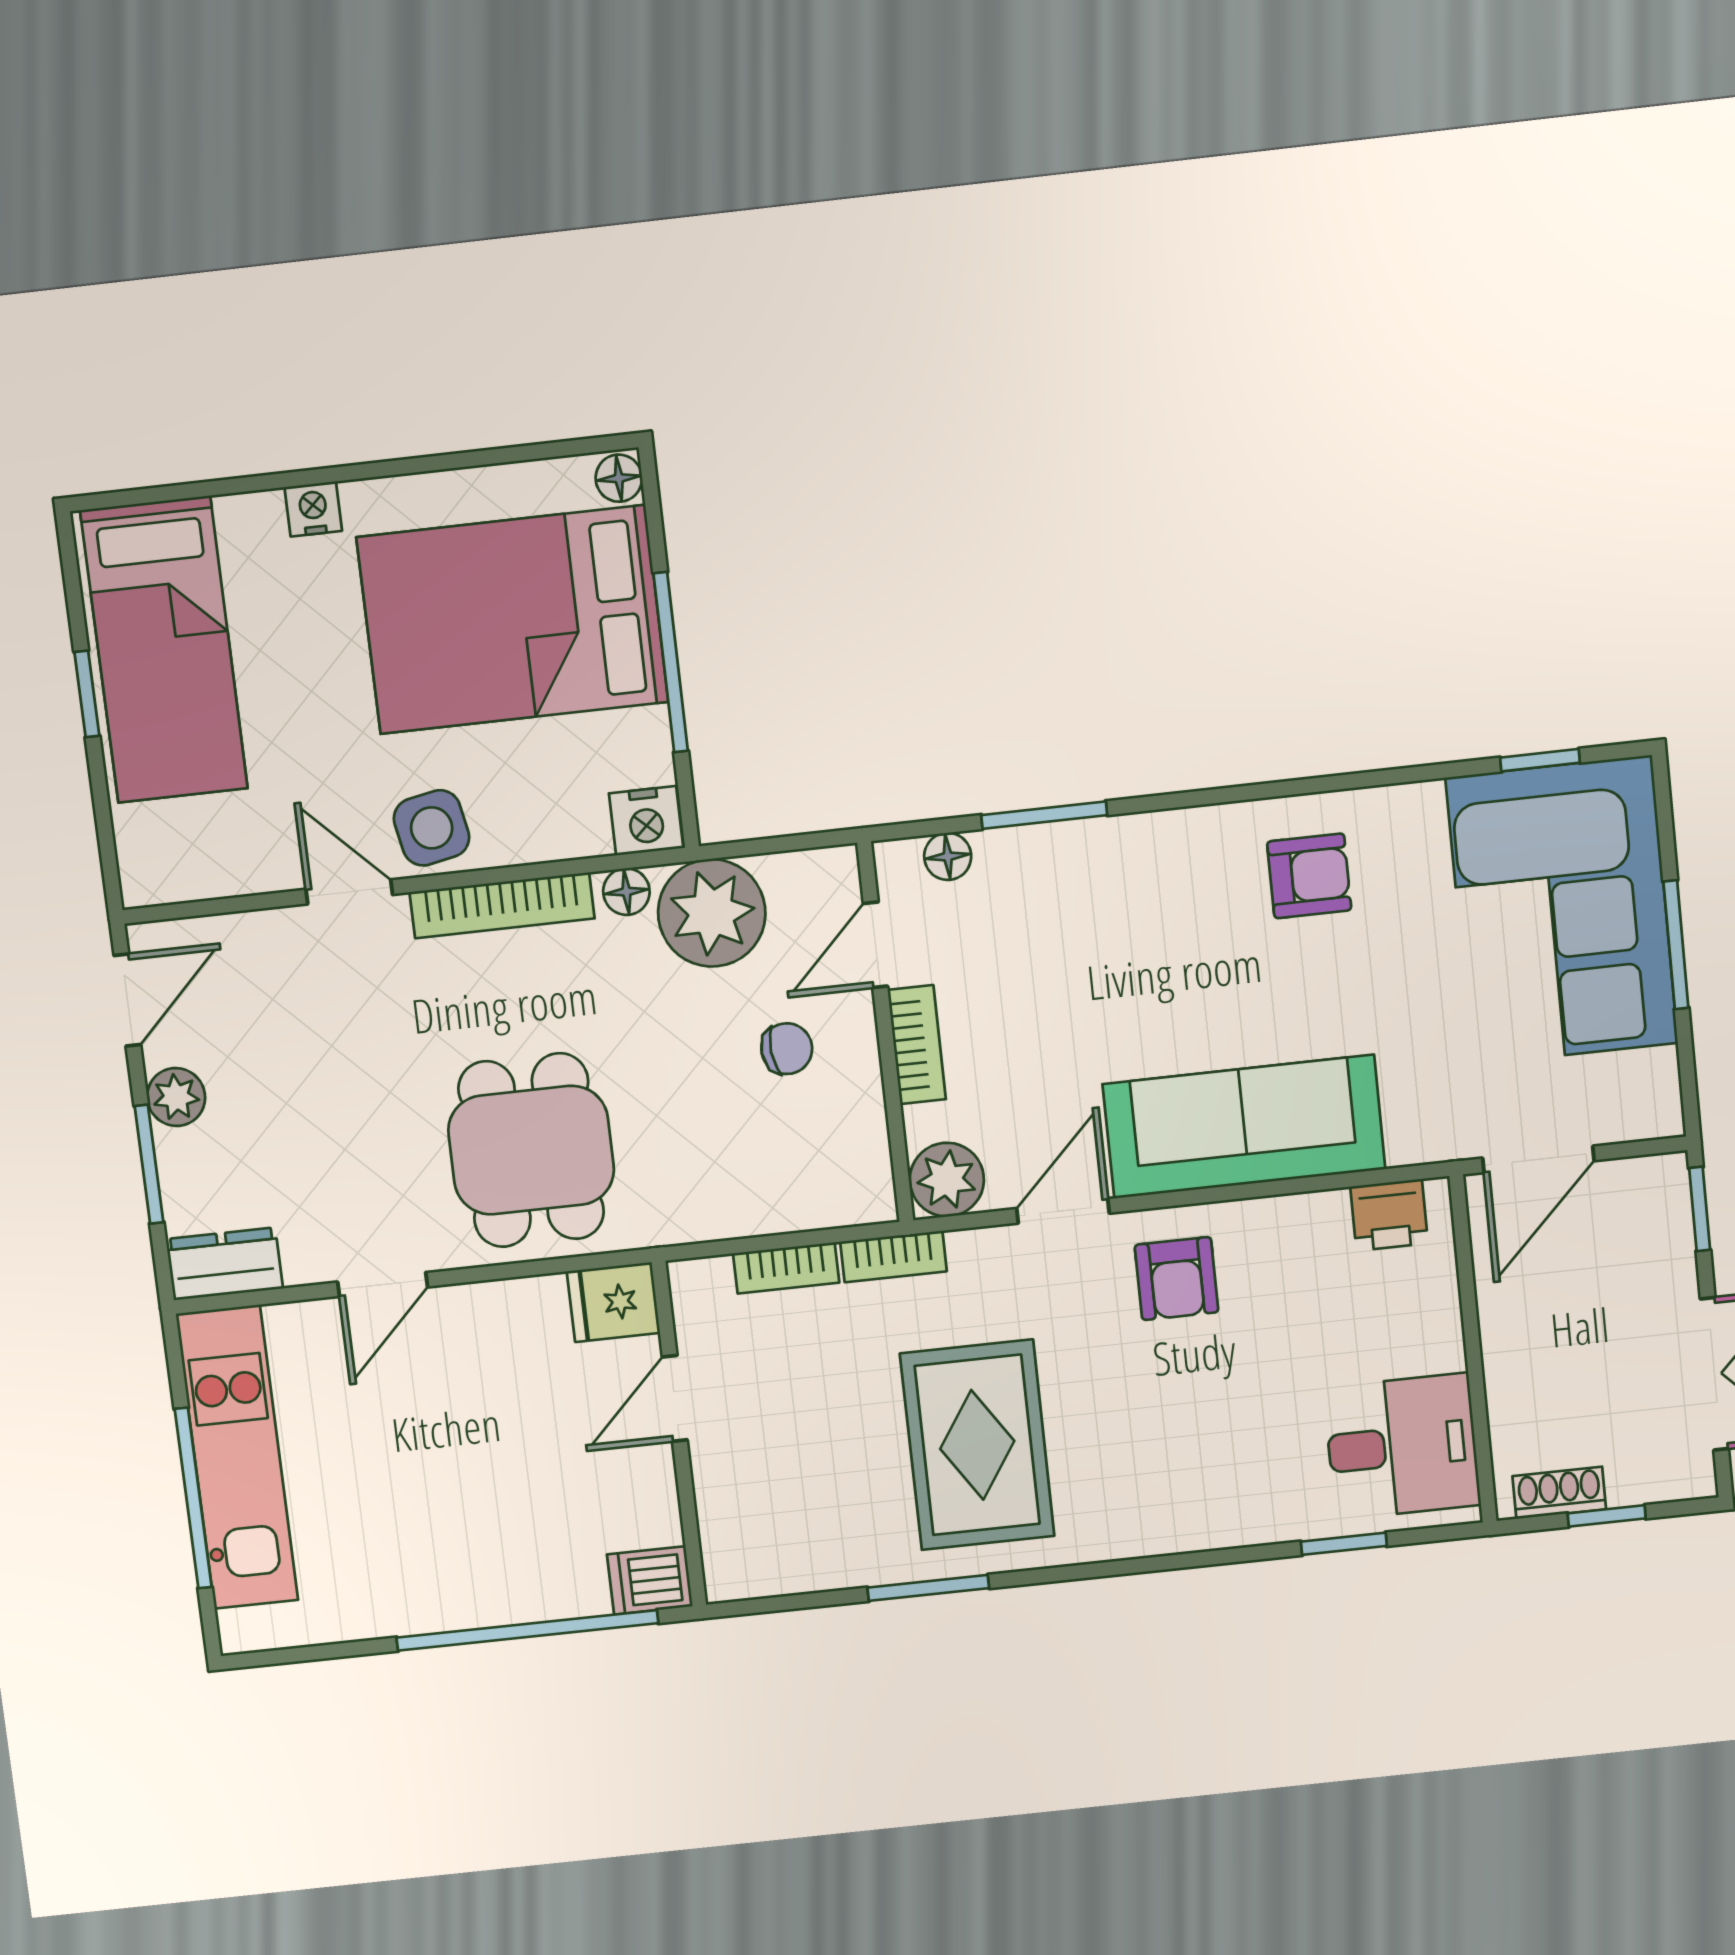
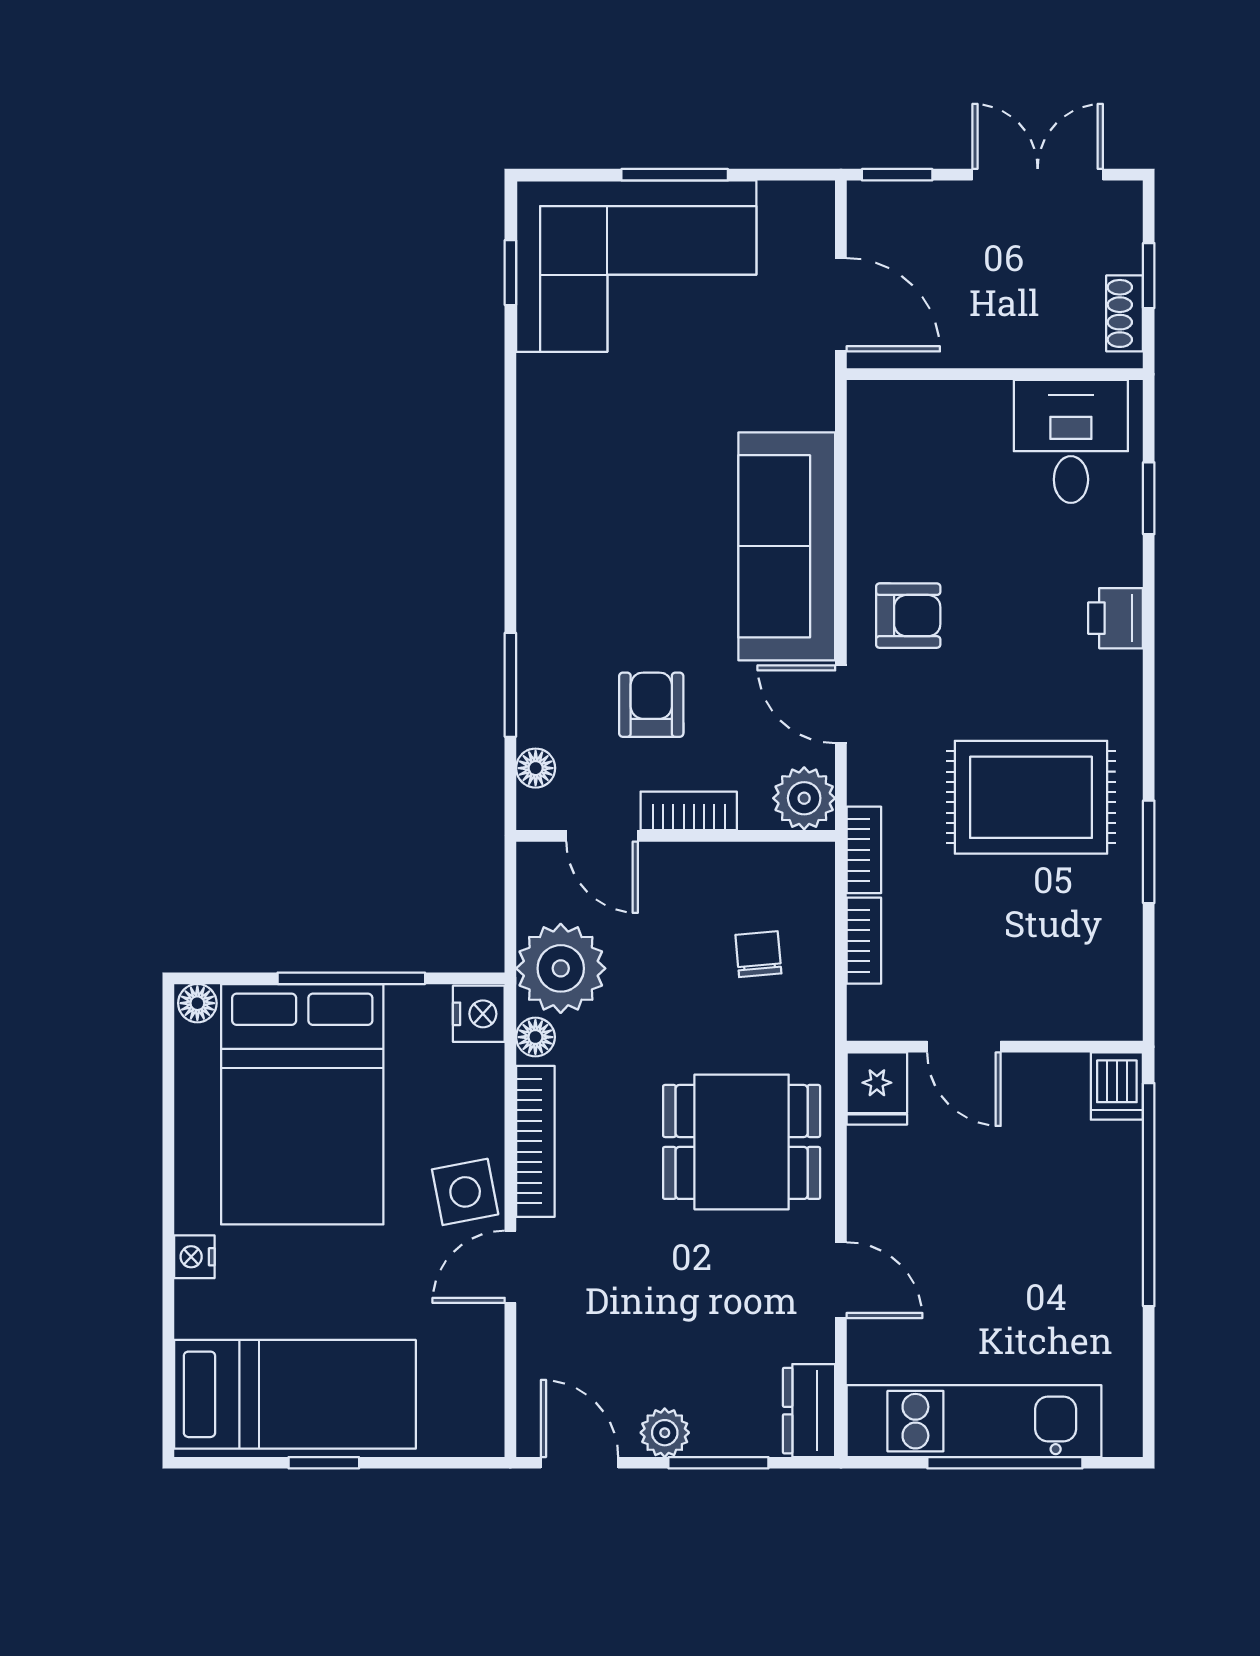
armchair: (1309, 876) -> (651, 705), moved
chair: (787, 1049) -> (758, 954), moved
printer: (1389, 1215) -> (1116, 618), moved, turned 180

